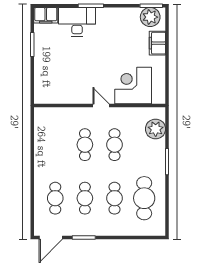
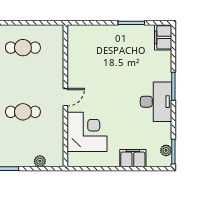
plant: (150, 17) -> (166, 150), width x0.53, depth x0.53
desk: (77, 22) -> (156, 102), moved
plant: (156, 129) -> (40, 161), width x0.53, depth x0.53
cafe table: (85, 145) -> (23, 48), moved

